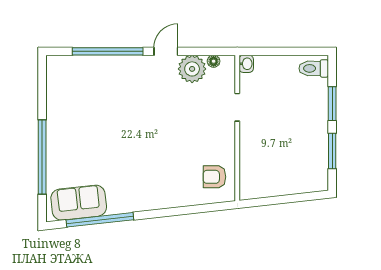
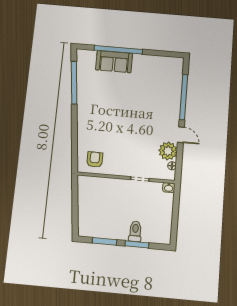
toilet: (314, 68) -> (135, 231), moved
sofa: (79, 203) -> (114, 62), moved, turned 96

